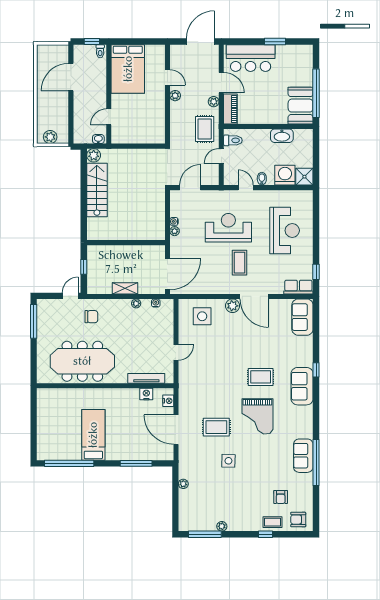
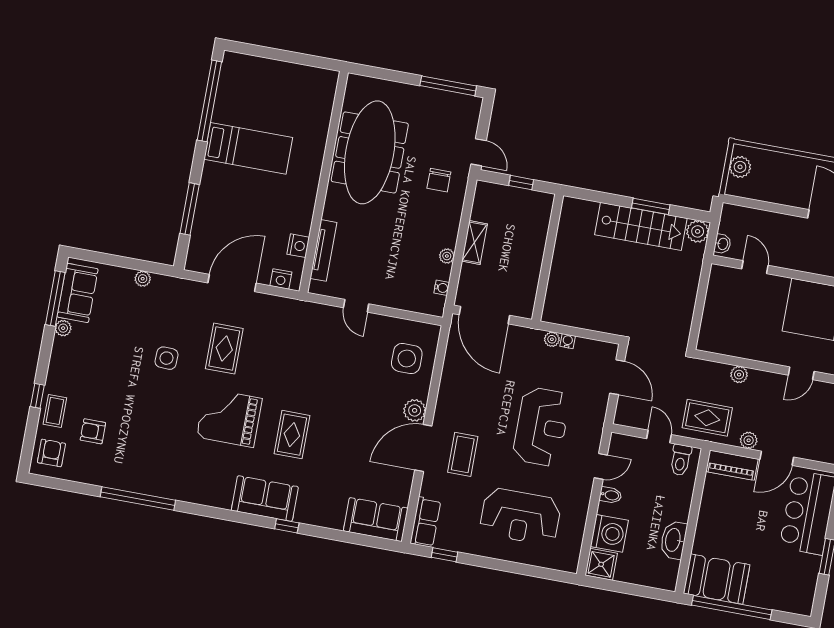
plant: (175, 96) -> (739, 375), moved
window: (84, 186) -> (651, 206), added
coffee table: (240, 263) -> (463, 454), moved, turned 90
sofa: (303, 456) -> (78, 293), moved, turned 90

